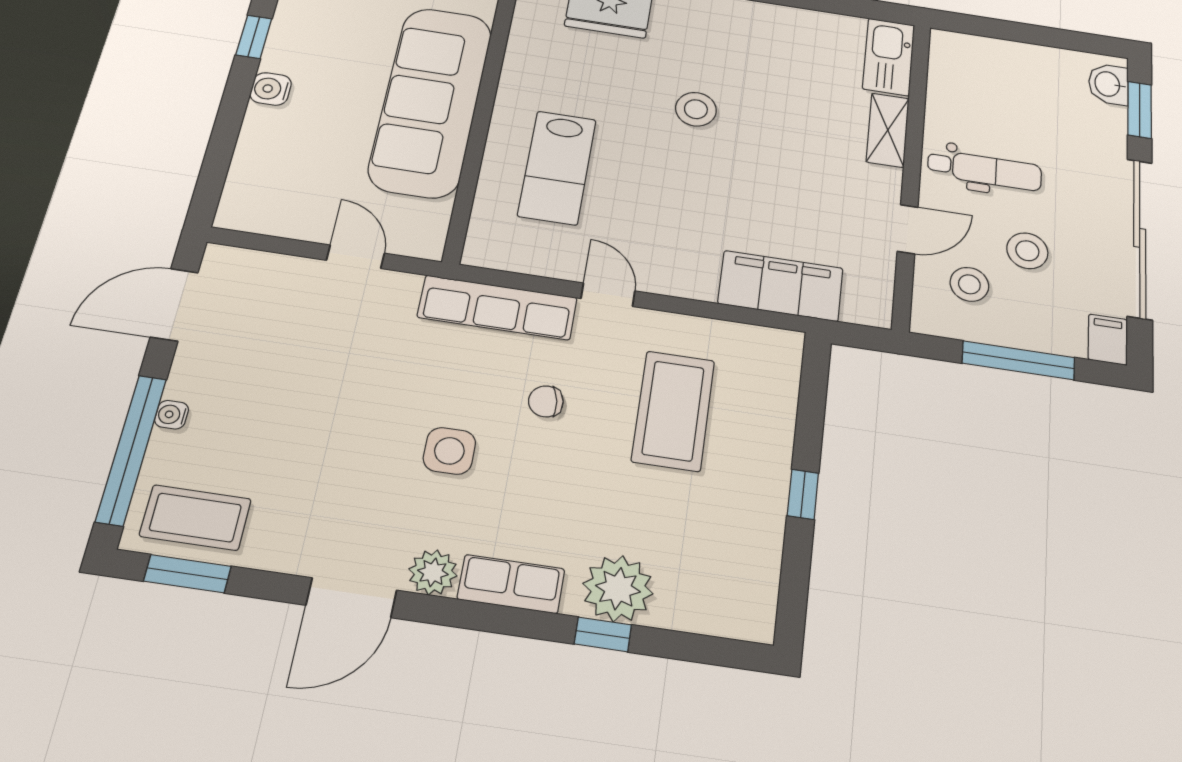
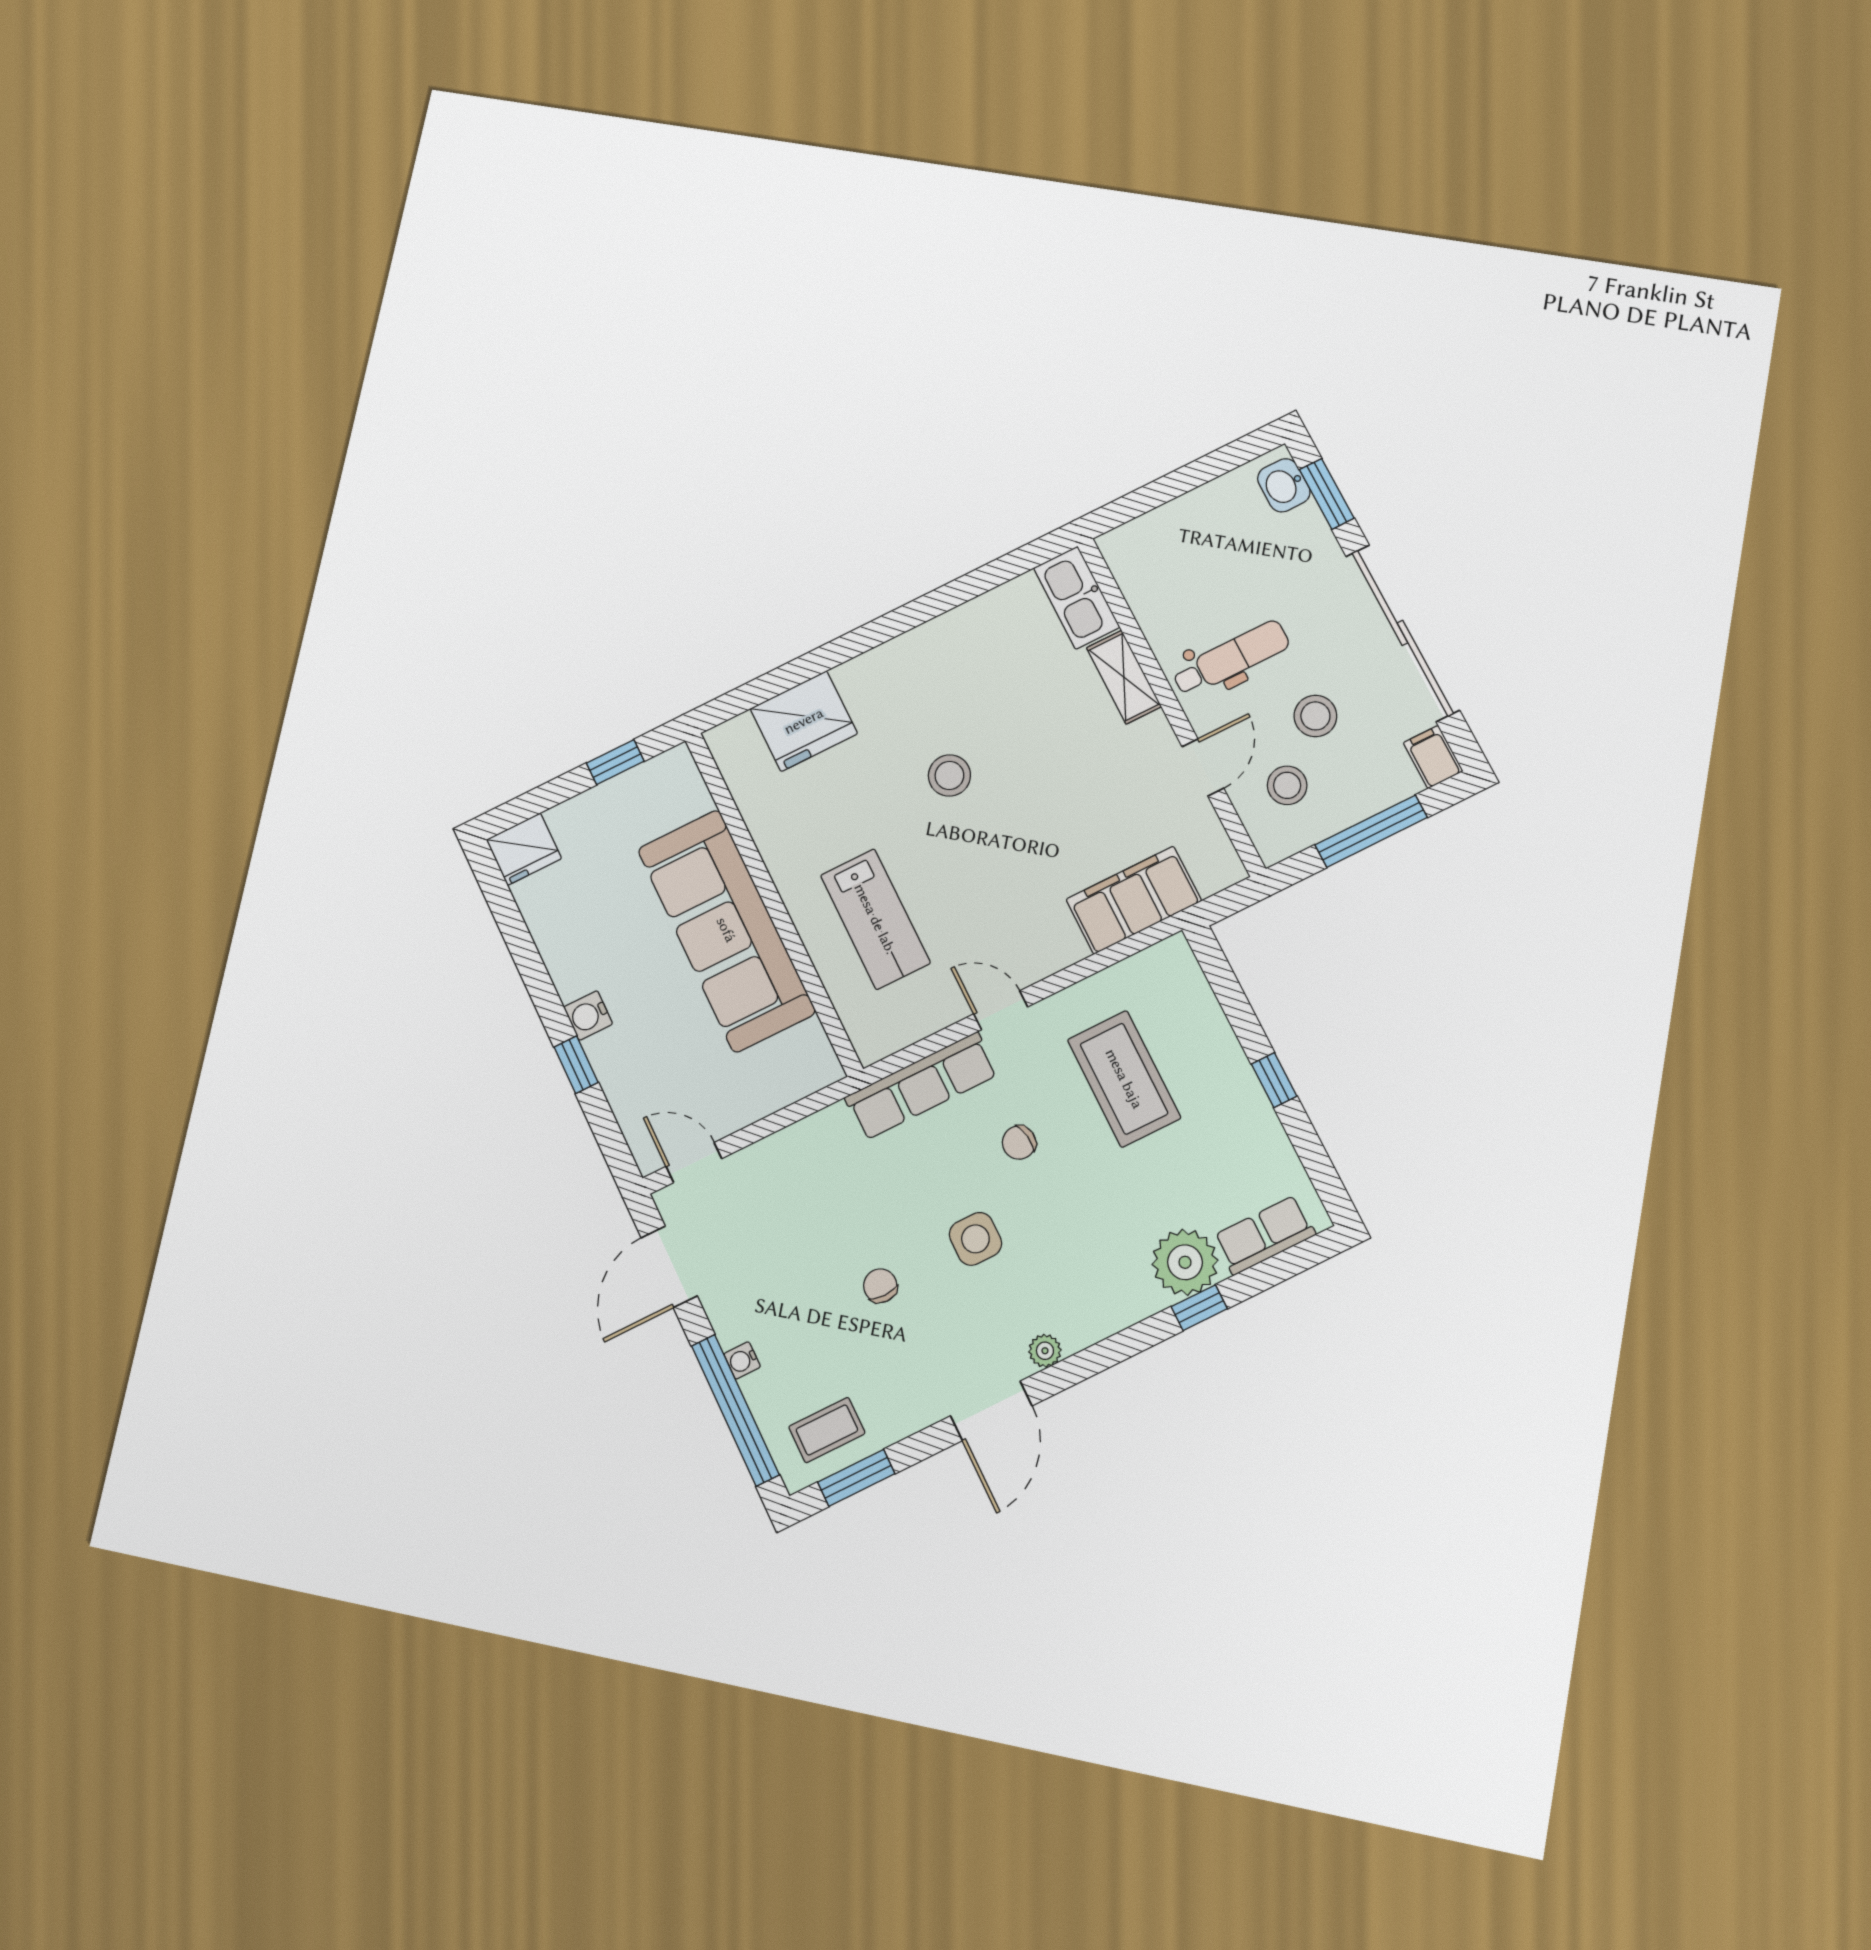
window: (254, 37) -> (576, 1065), moved
door: (355, 257) -> (694, 1163), moved
chair: (338, 434) -> (880, 1286), added
coffee table: (195, 518) -> (827, 1430), width x0.73, depth x0.77
plant: (433, 572) -> (1045, 1351), width x0.73, depth x0.73
row of seats: (511, 584) -> (1265, 1235), moved

